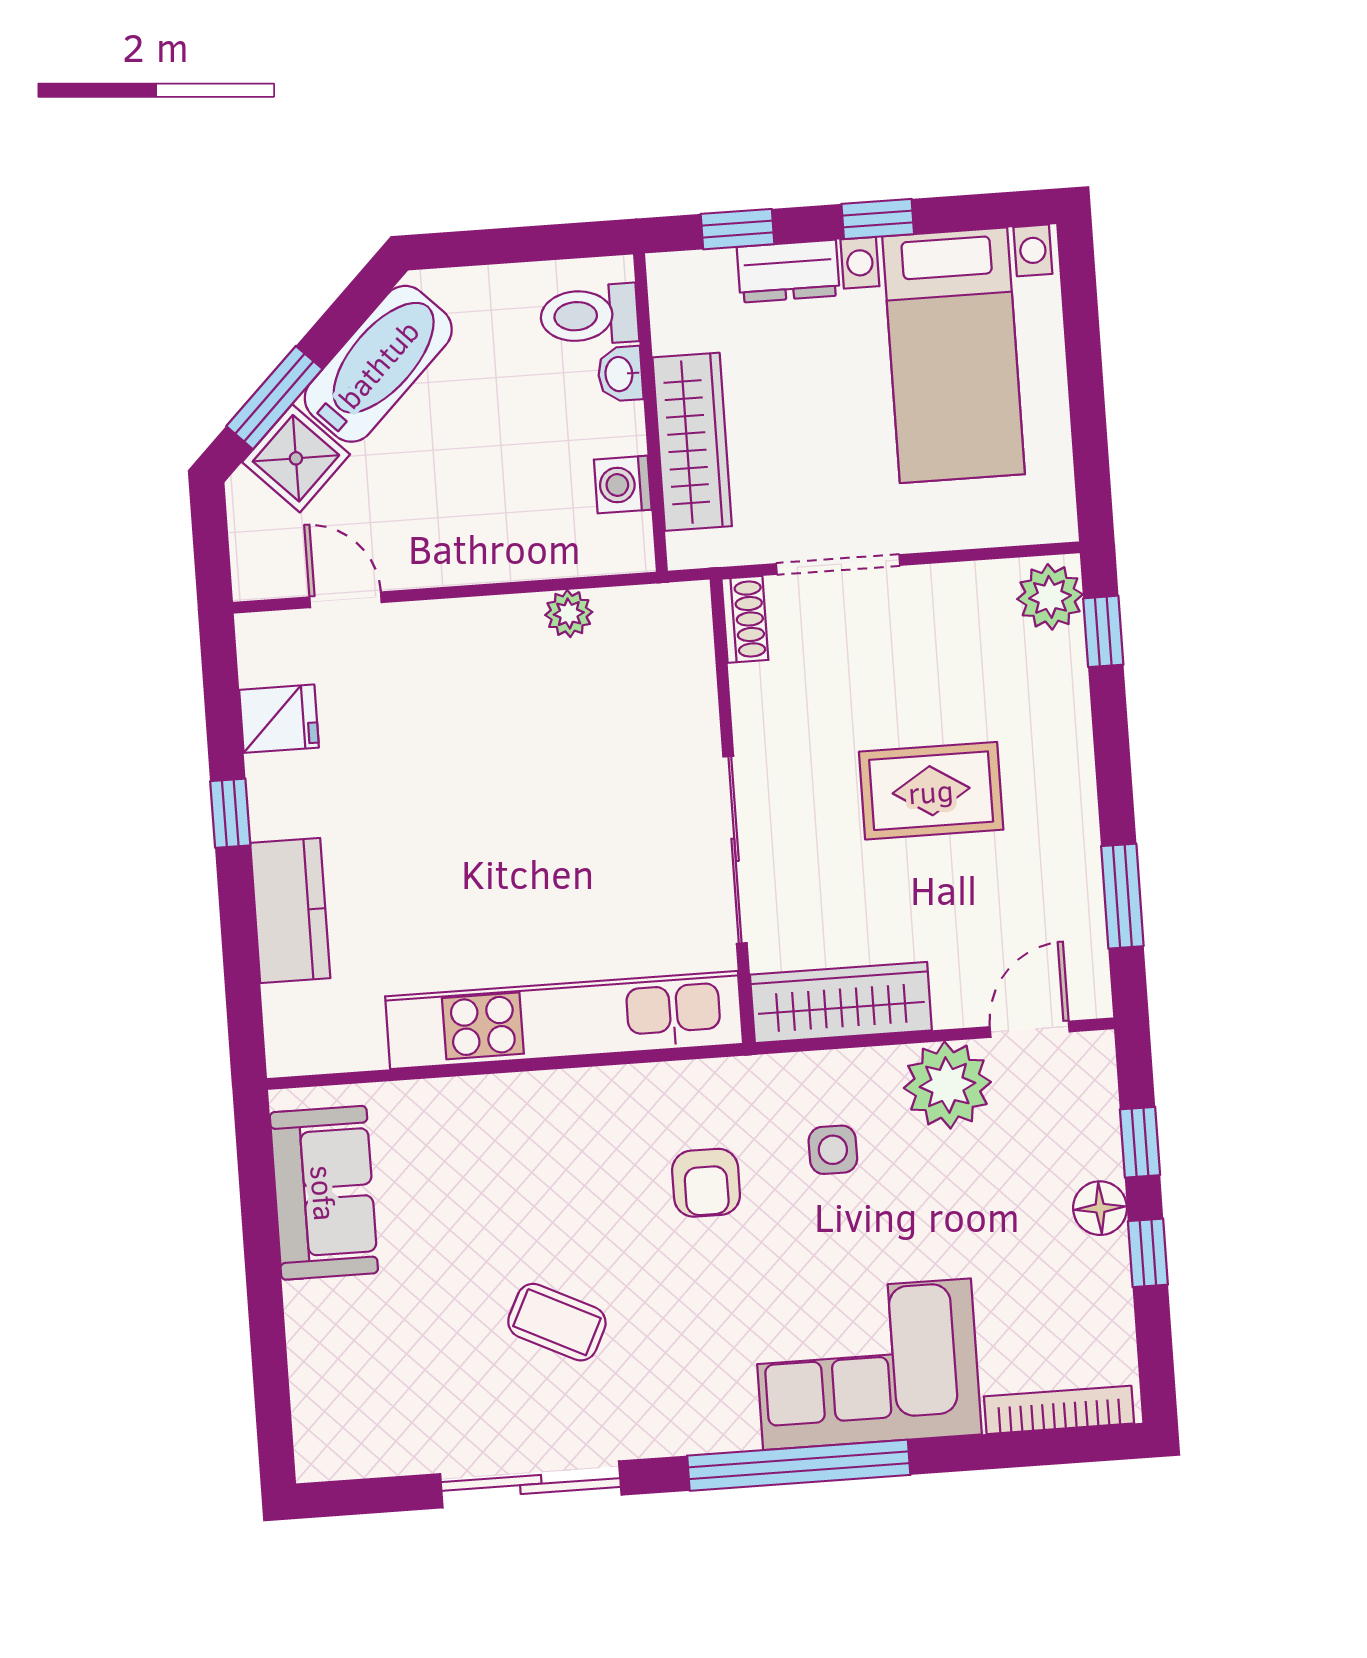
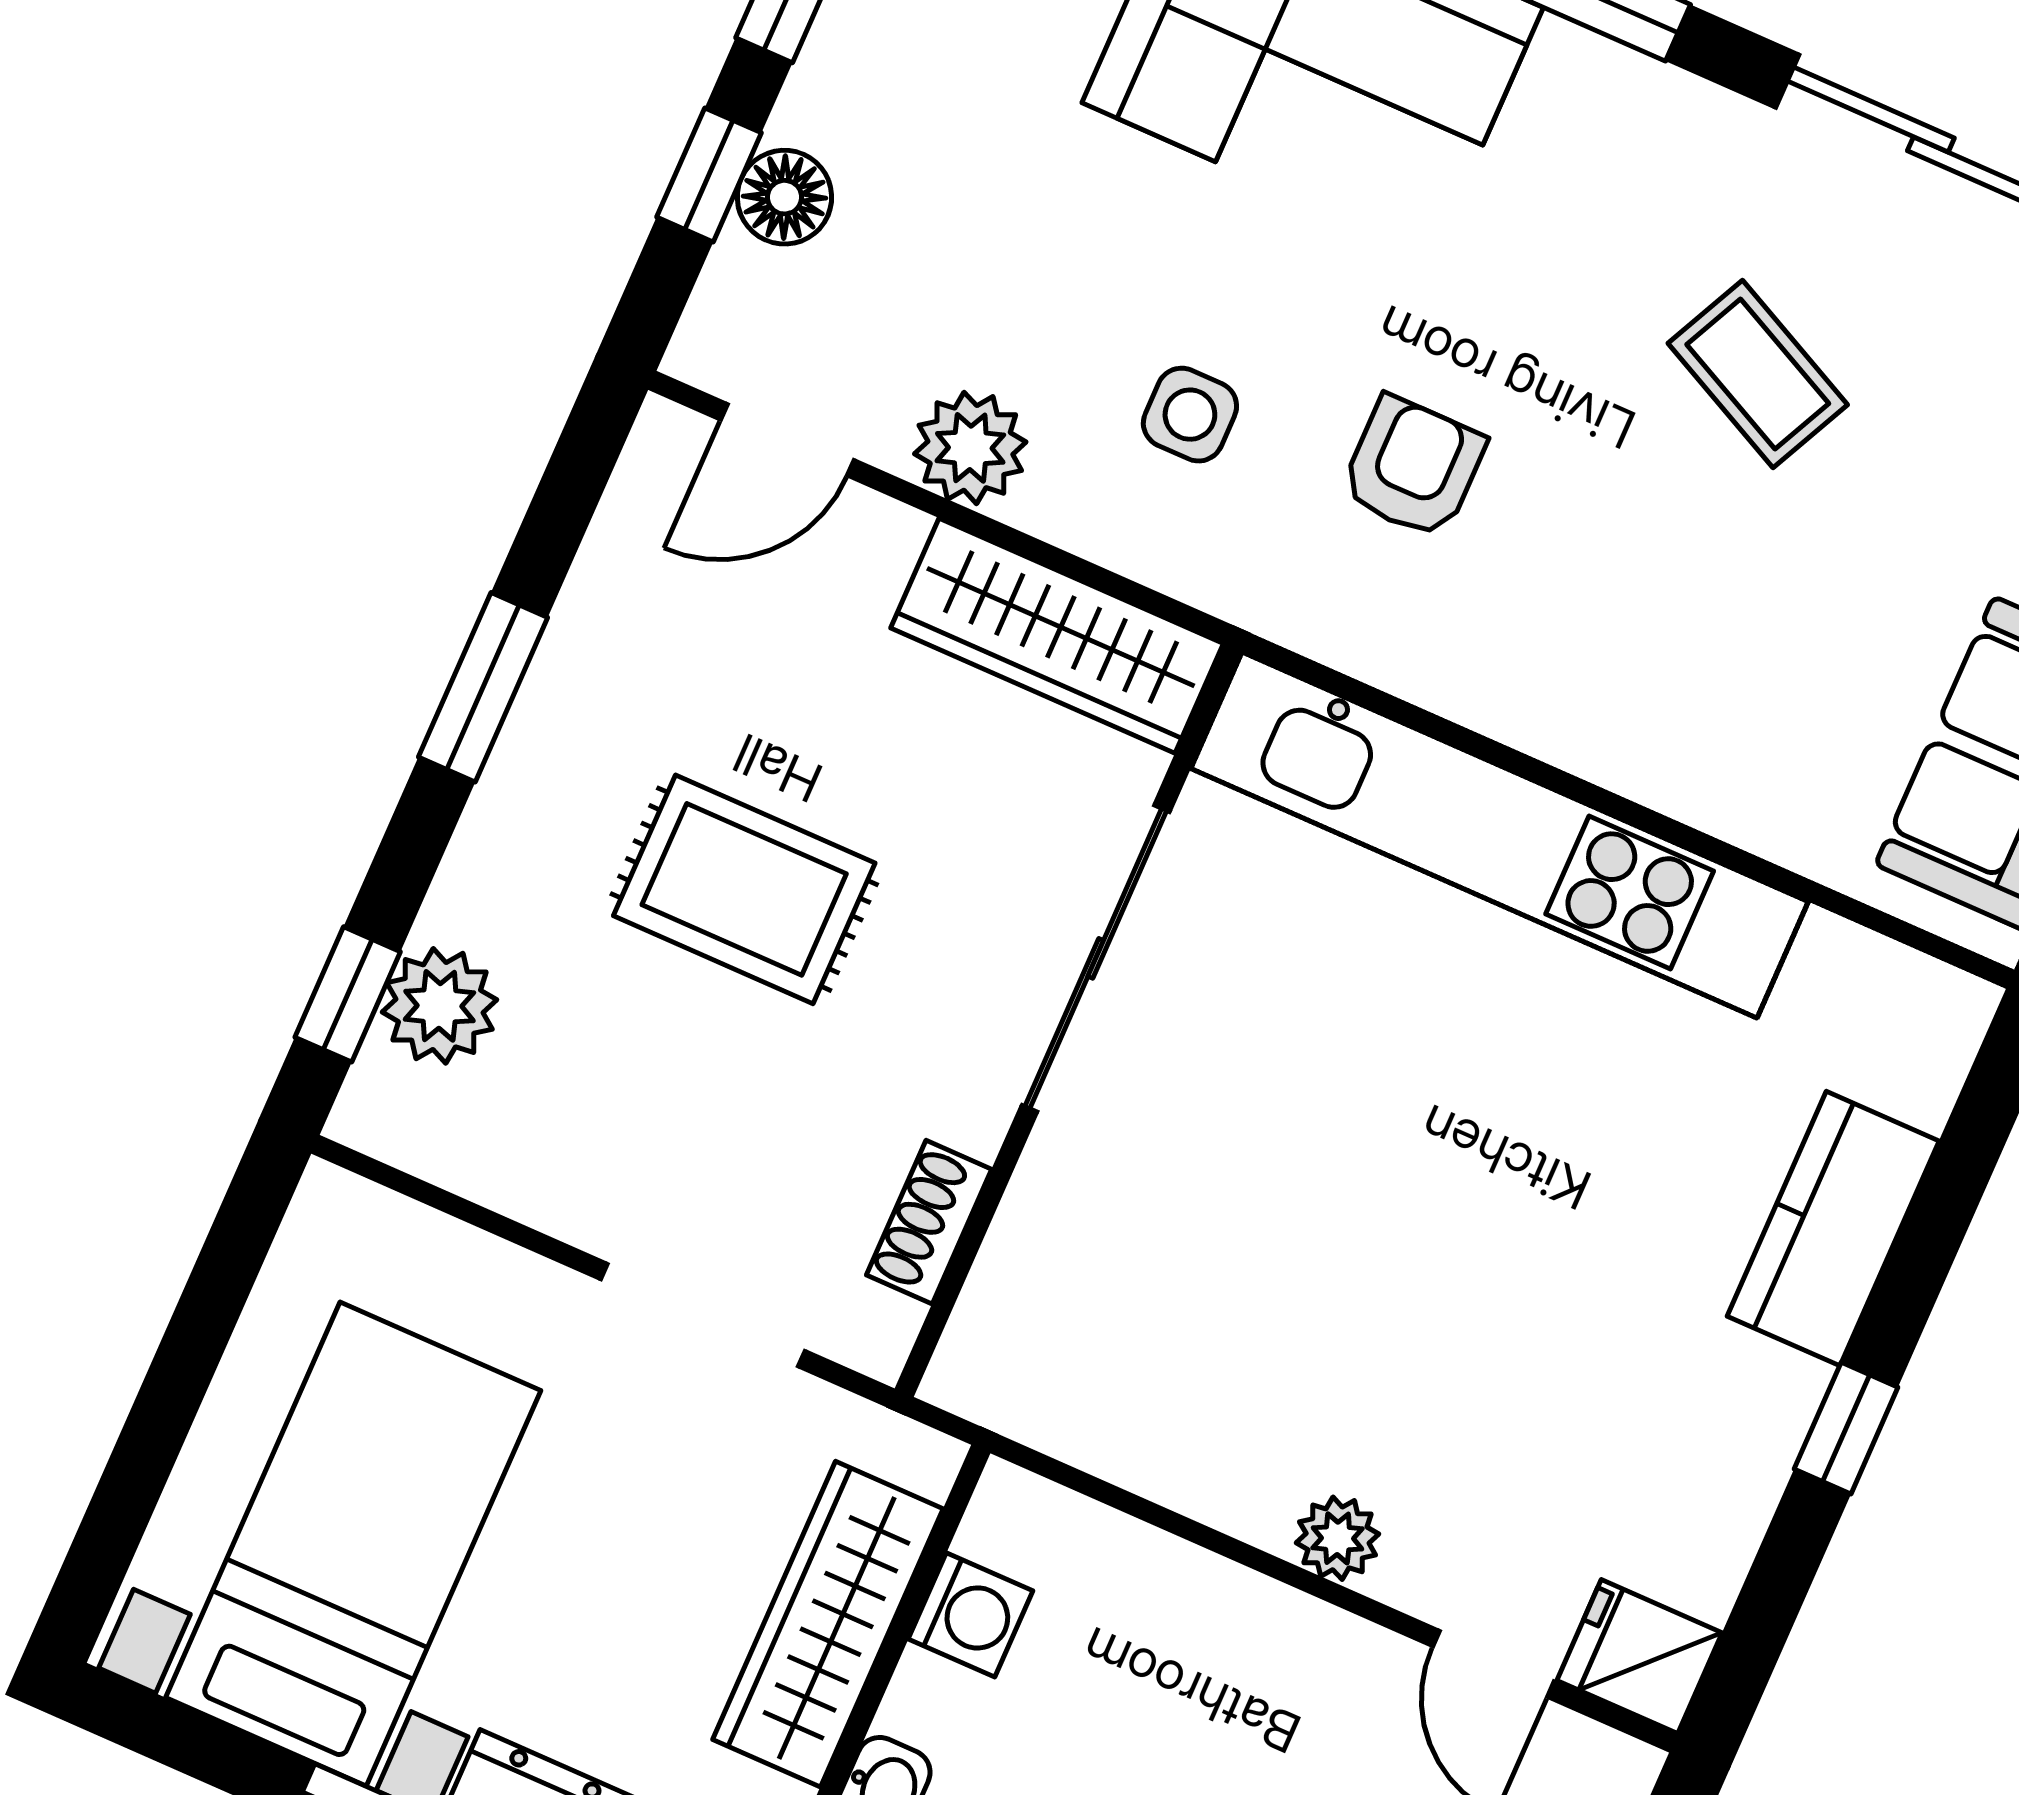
plant: (1050, 597) -> (439, 1006), moved
plant: (569, 614) -> (1338, 1538), moved
shoe rack: (745, 619) -> (929, 1222), moved
fridge: (279, 719) -> (1640, 1657), moved
window: (1122, 896) -> (483, 687), moved
plant: (947, 1085) -> (970, 448), width x0.73, depth x0.73
floor lamp: (1100, 1208) -> (784, 197), moved

